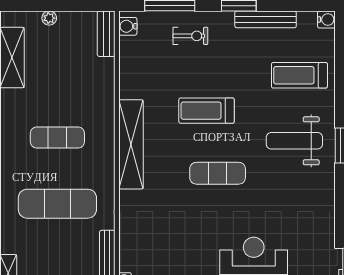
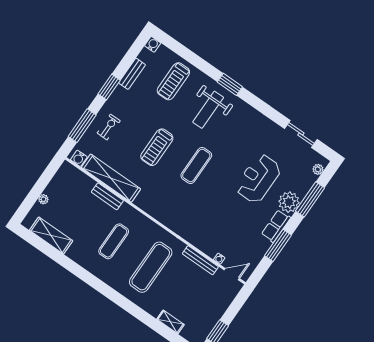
bench: (266, 19) -> (132, 74), width x0.73
bench: (106, 34) -> (107, 196), moved
shelving: (131, 144) -> (111, 178), moved

